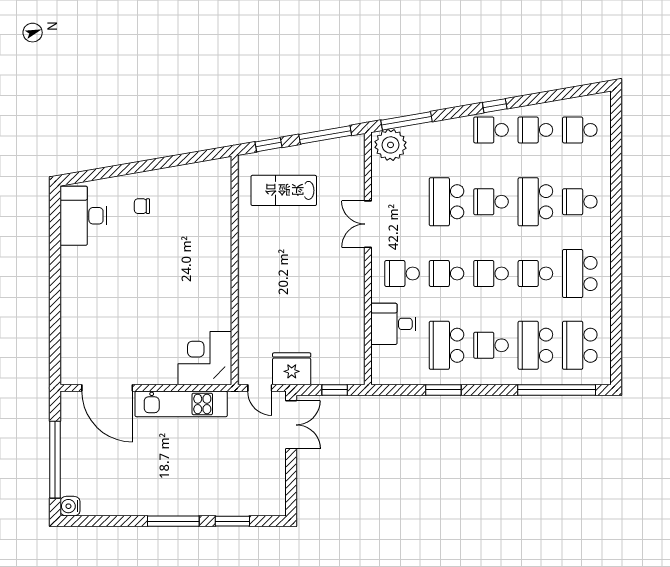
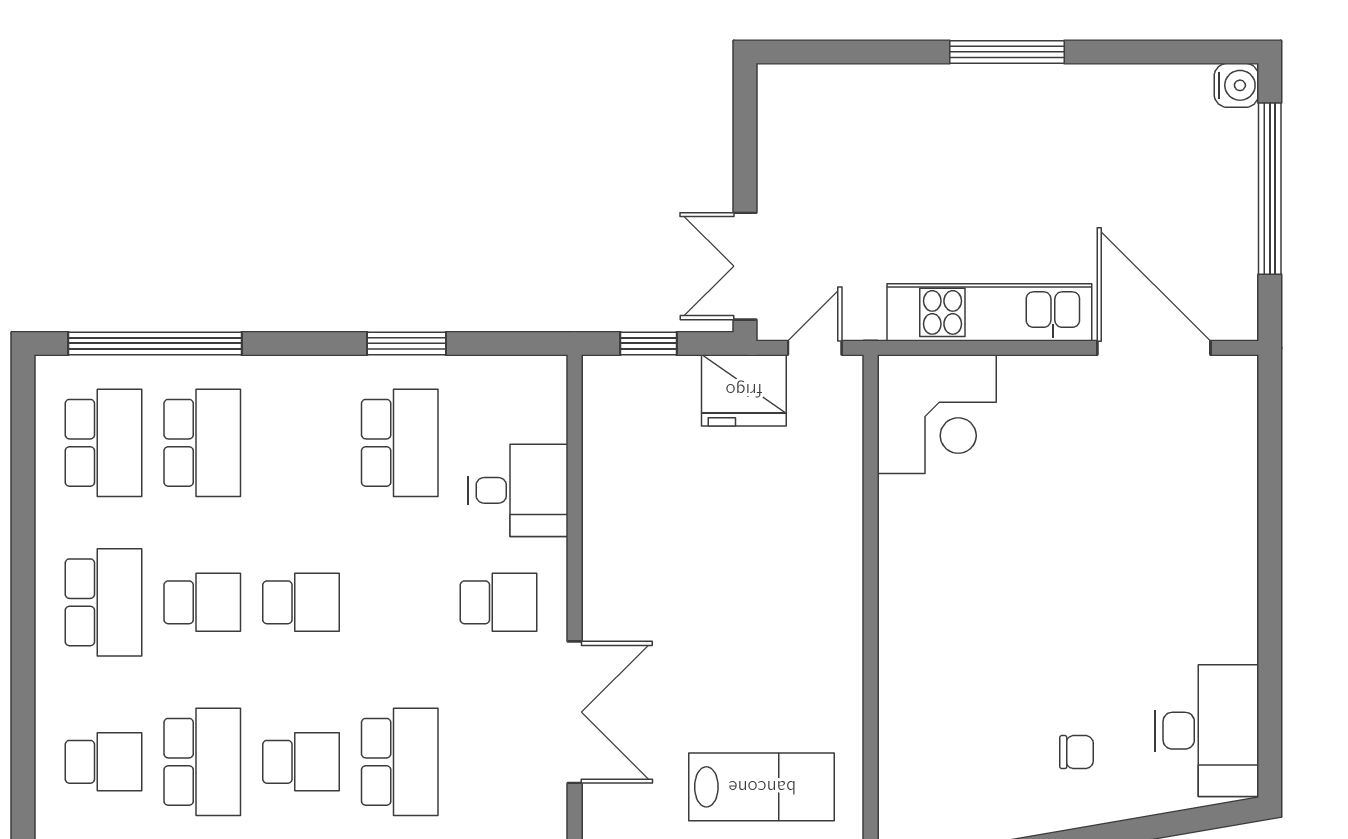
double door: (368, 224) -> (575, 712), width x1.37
school desk: (447, 273) -> (400, 602), removed
school desk: (491, 345) -> (301, 443), removed
door: (260, 388) -> (815, 348), hinge flipped
window: (232, 521) -> (875, 52), removed

